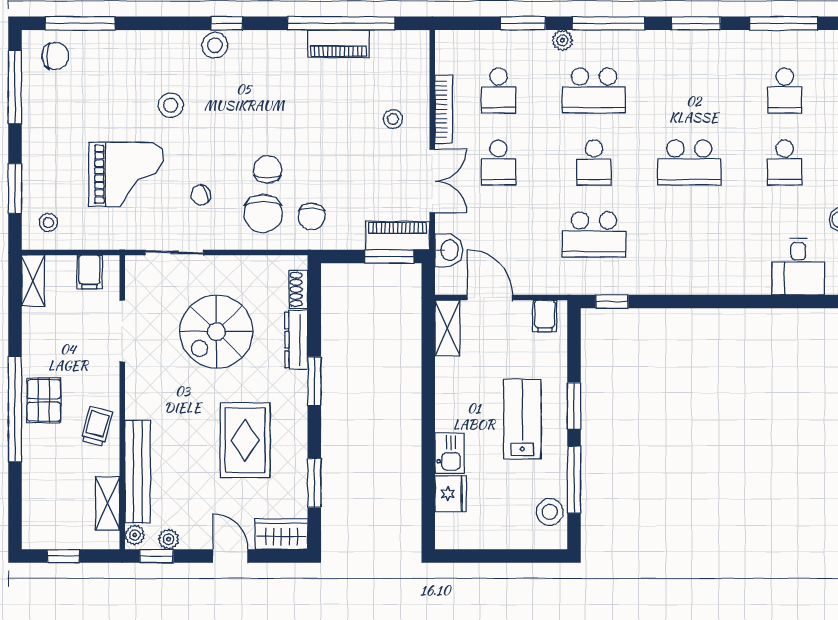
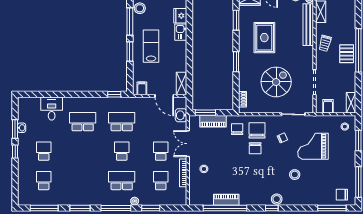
school desk: (689, 162) -> (83, 122), moved
piano: (398, 236) -> (213, 121), moved
desk: (798, 267) -> (52, 109), moved
dresser: (296, 340) -> (243, 79), removed
lab bench: (522, 419) -> (151, 46), turned 180

